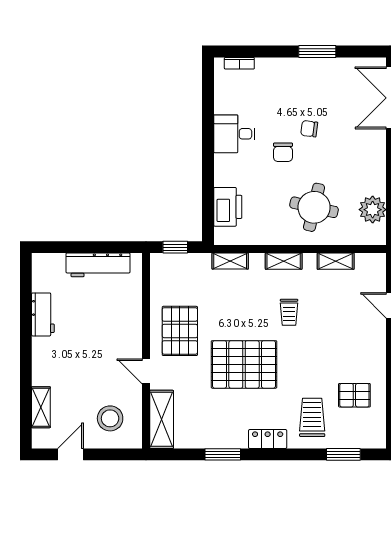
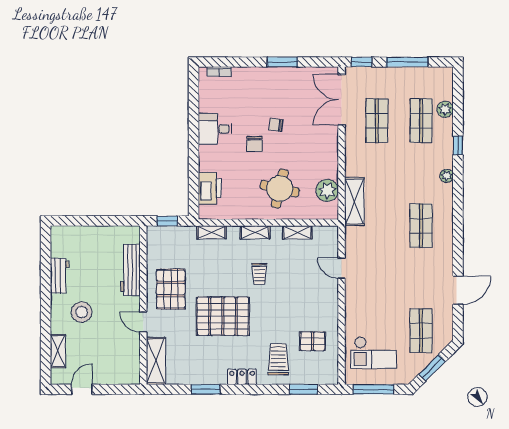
workbench: (98, 265) -> (130, 270), moved, turned 90
stool: (110, 418) -> (82, 312), moved

